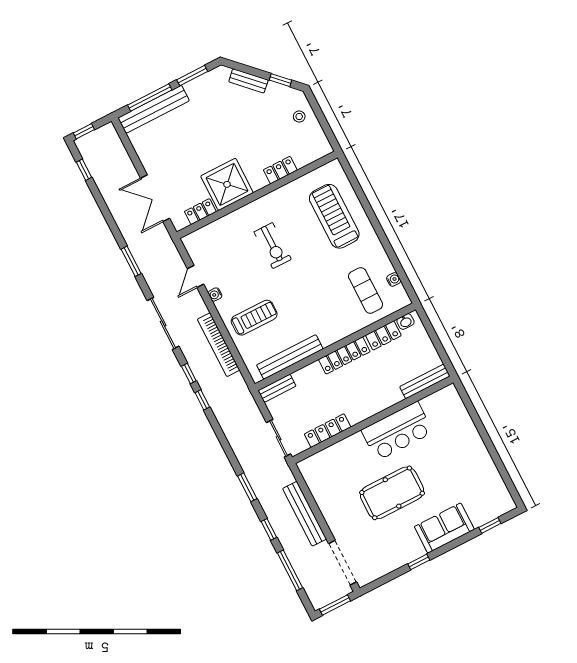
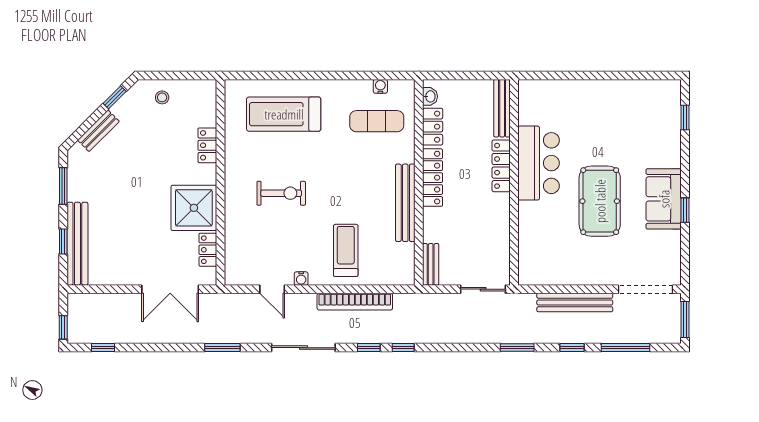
window: (150, 97) -> (63, 241), width x0.46
bench: (290, 357) -> (405, 203), moved
locker: (328, 431) -> (501, 166), moved
sofa: (444, 528) -> (664, 199), moved

